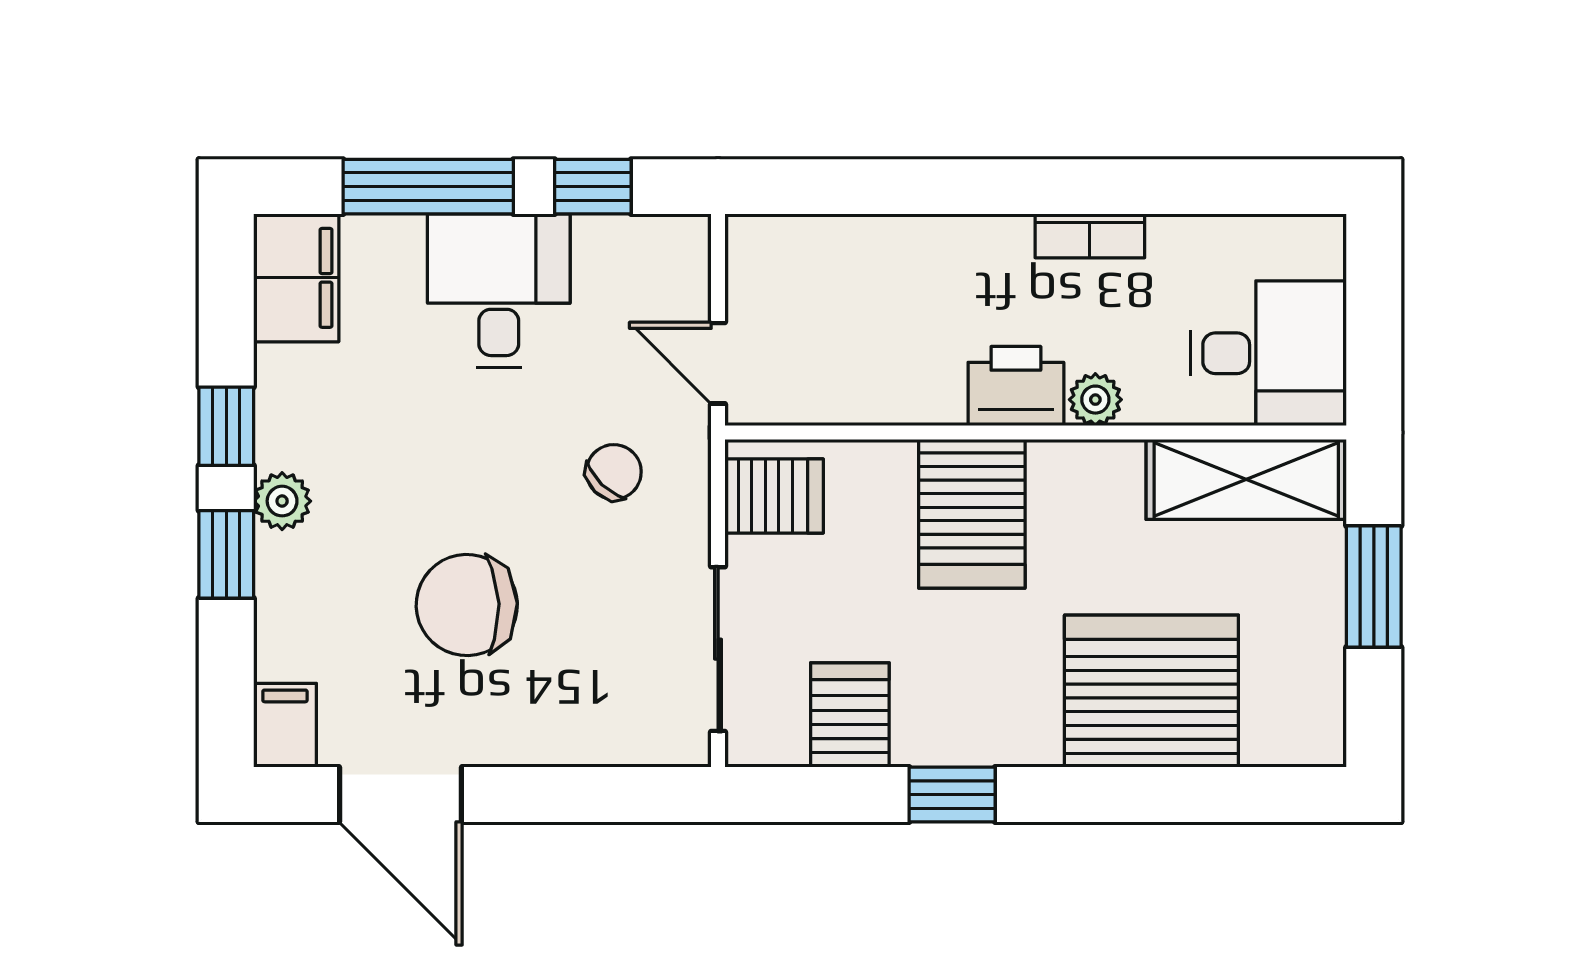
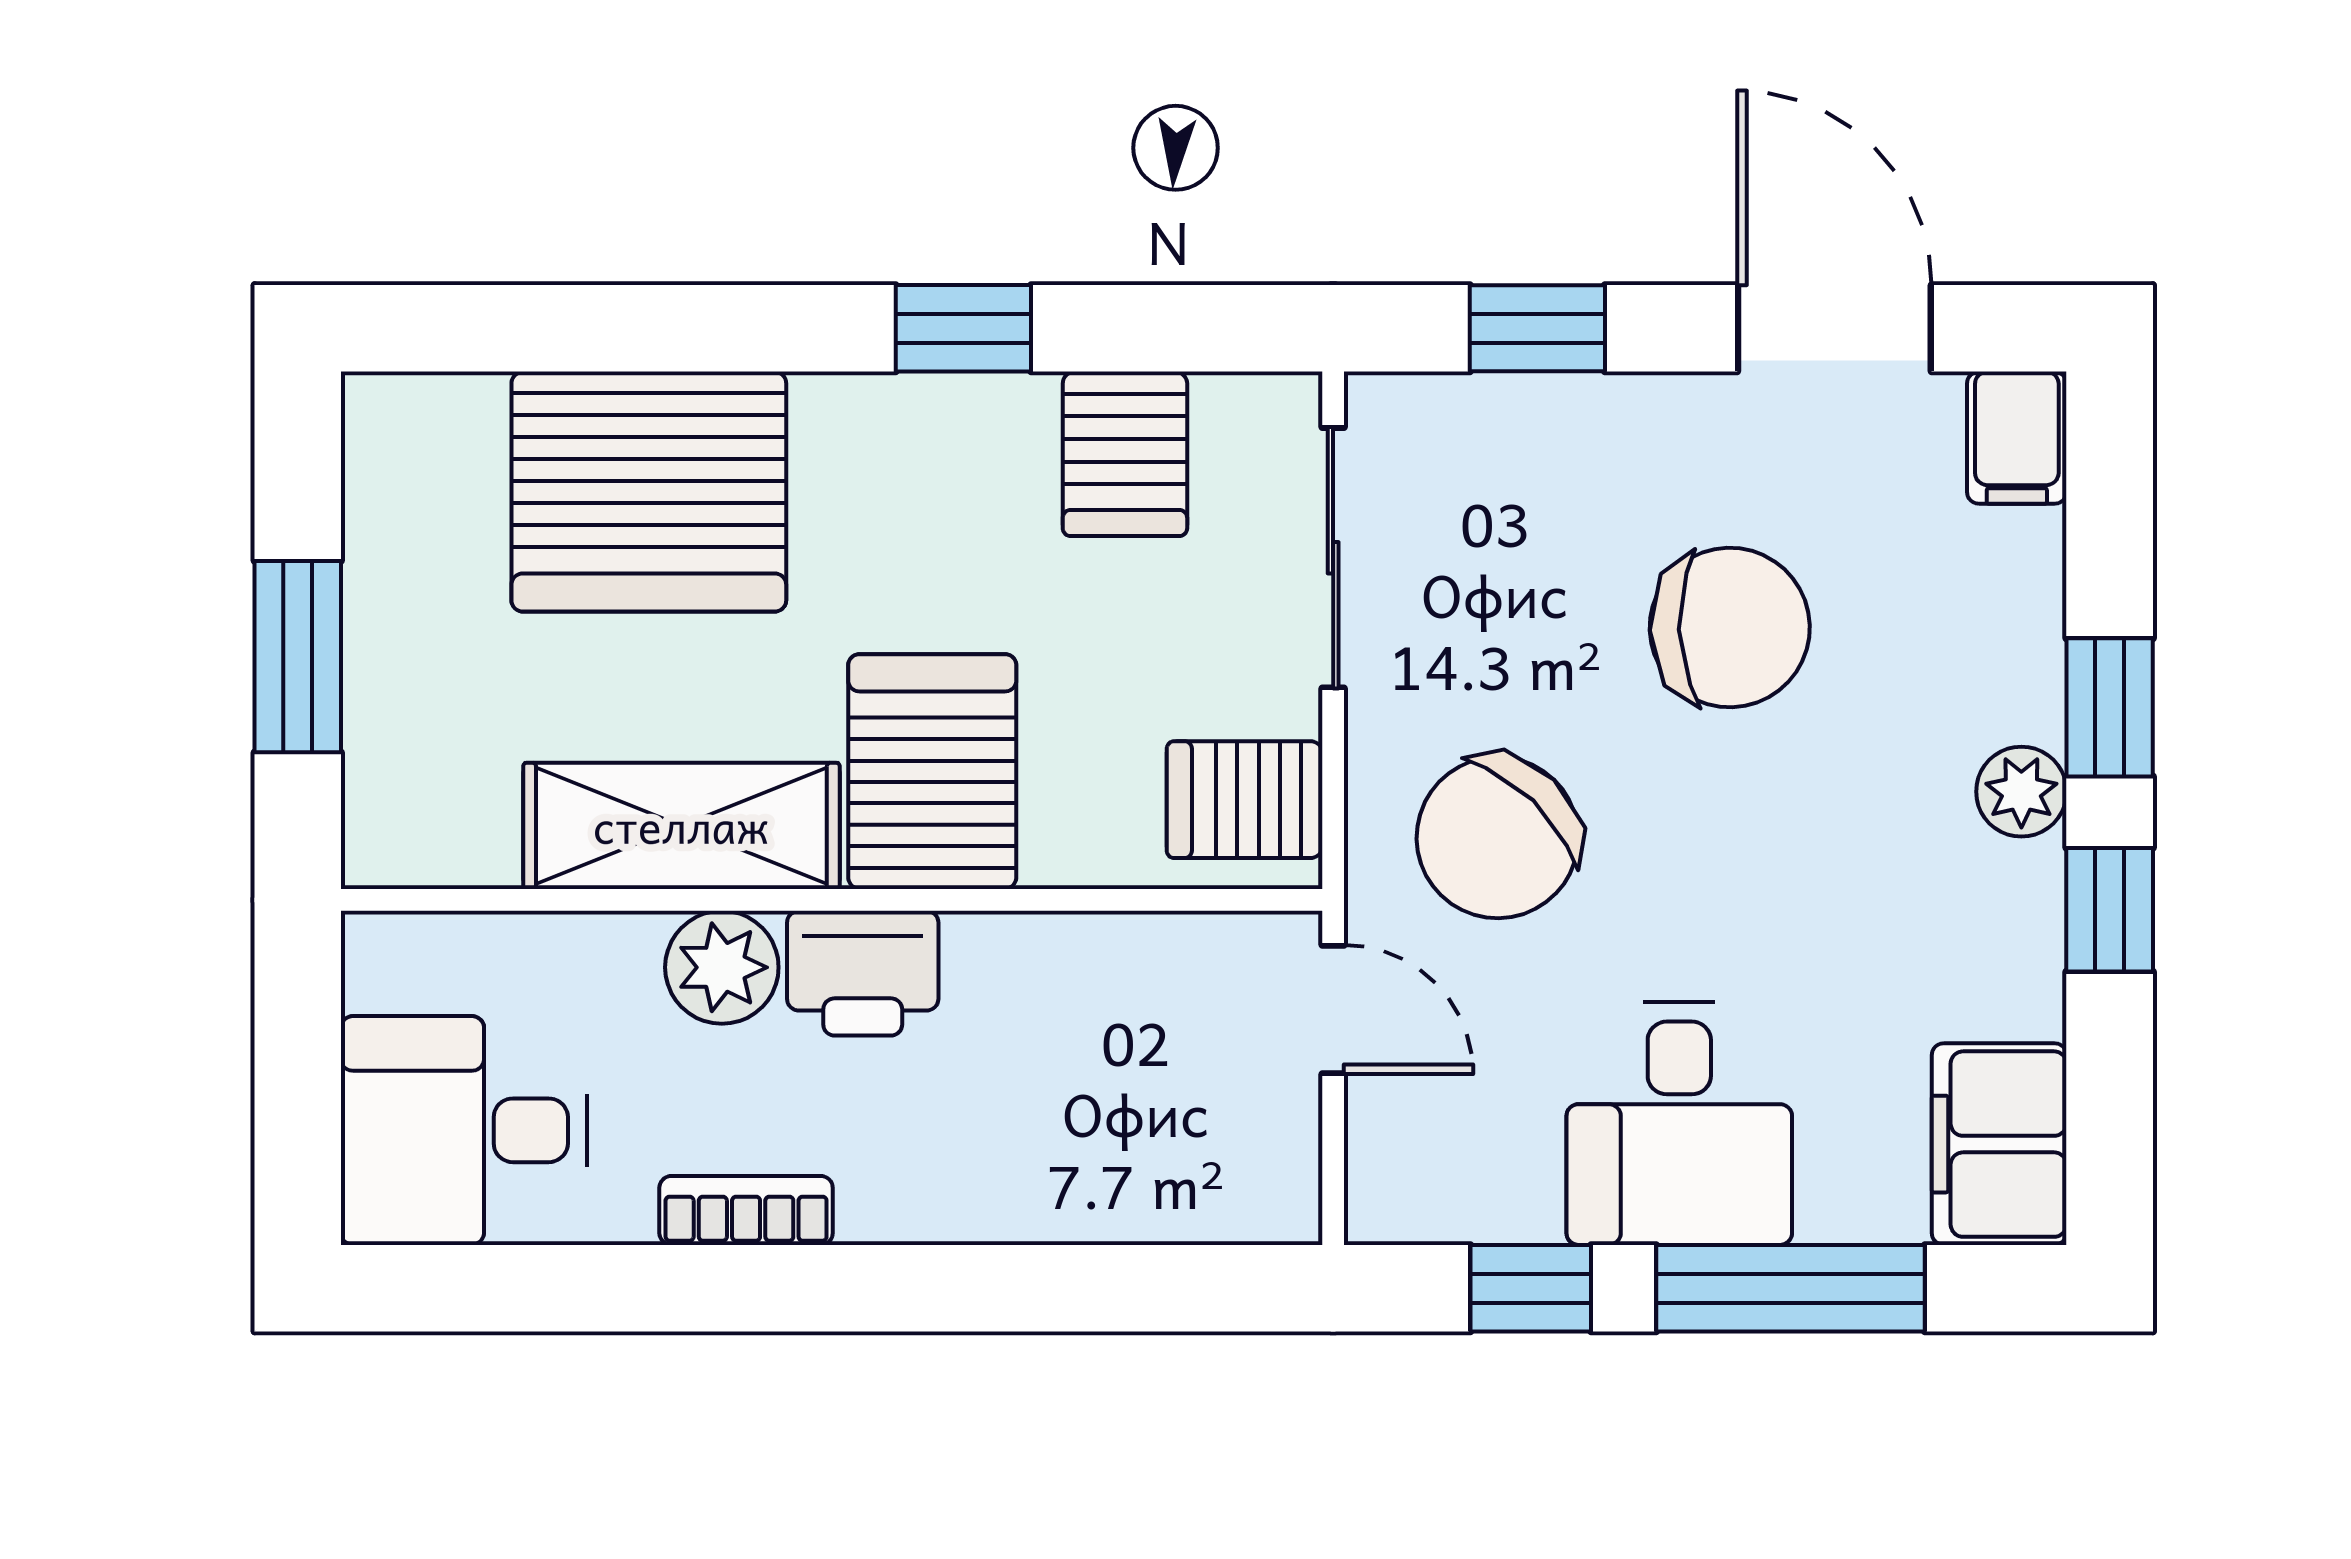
desk: (1268, 353) -> (464, 1130), moved
plant: (1095, 400) -> (722, 967), width x1.38, depth x1.38
chair: (614, 472) -> (1498, 838), width x1.87, depth x1.87
shelving: (1246, 479) -> (681, 826), moved
window: (589, 795) -> (1537, 328), added

